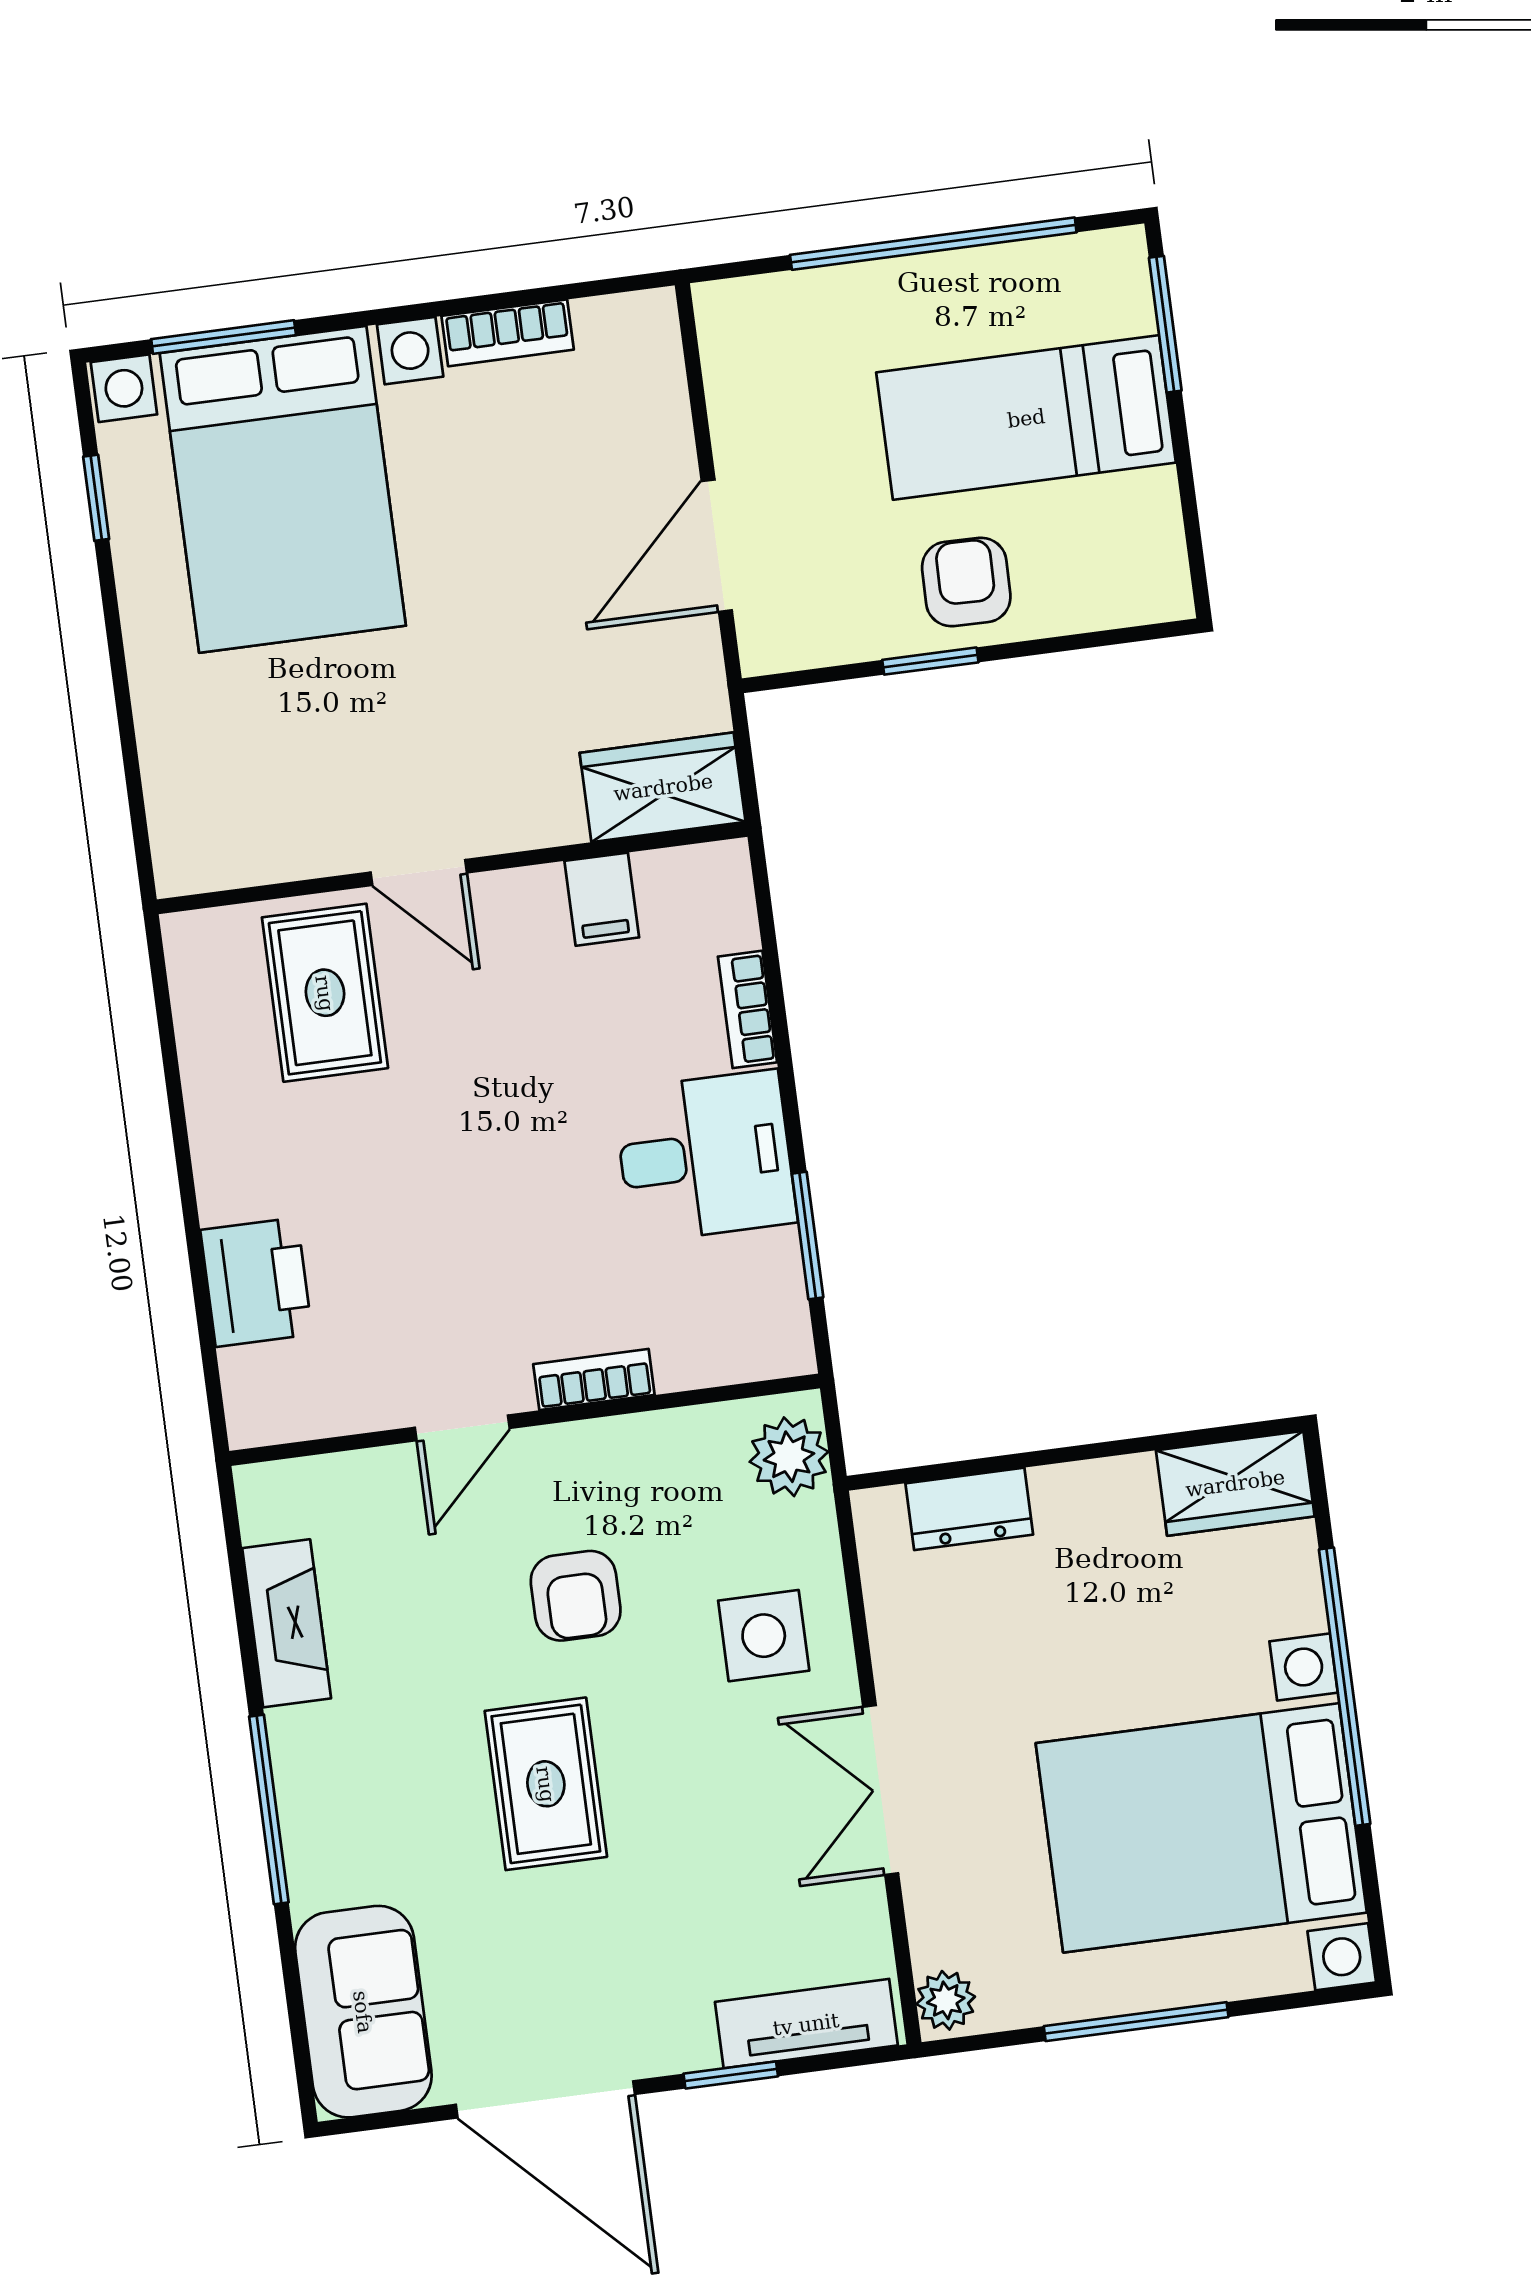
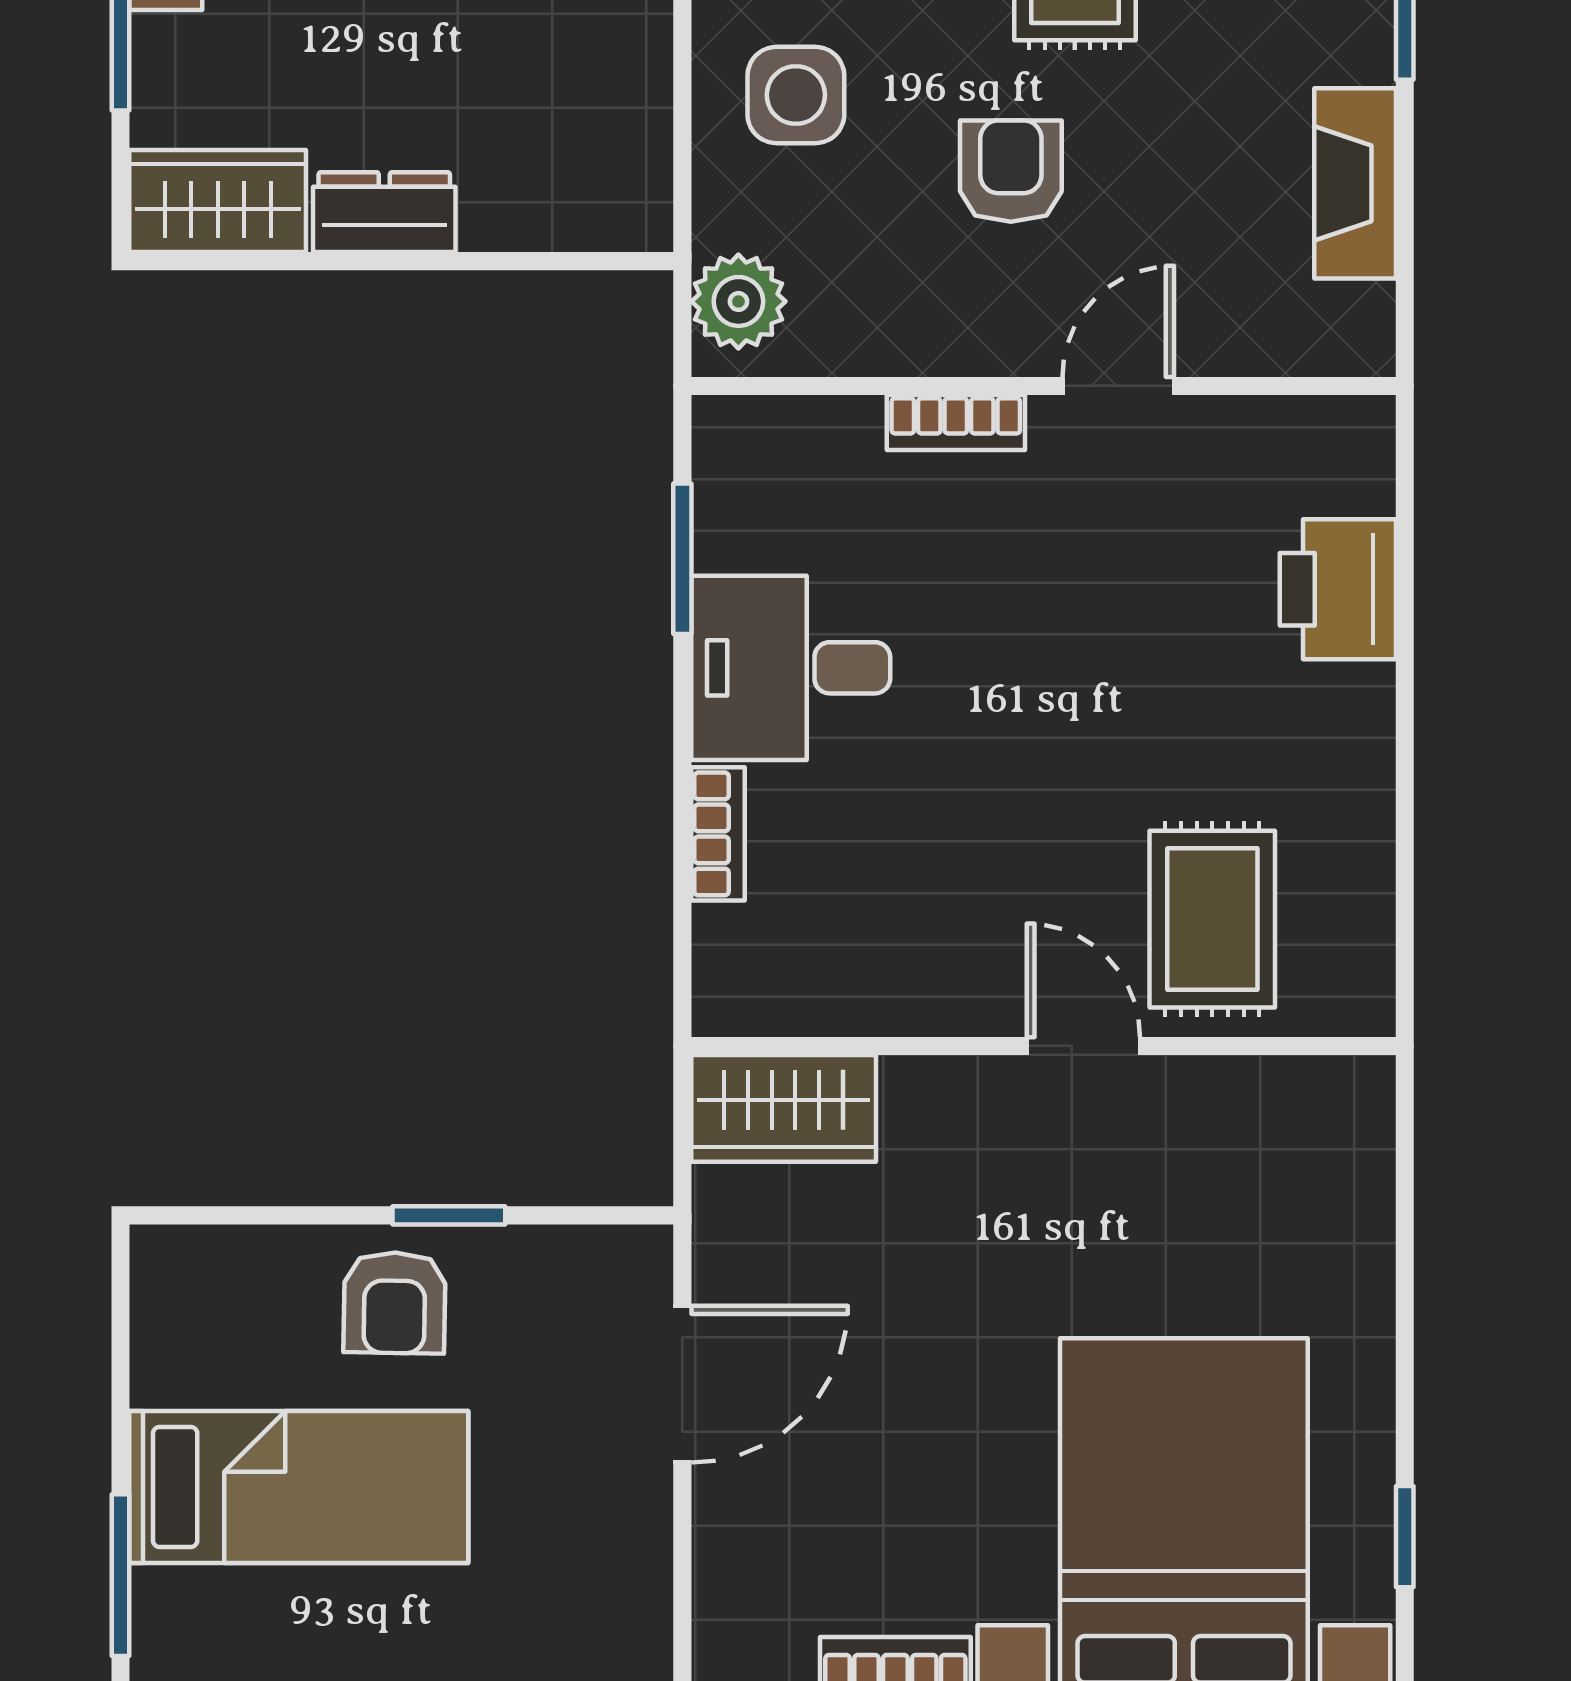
filing cabinet: (602, 899) -> (872, 986), removed
dresser: (969, 1509) -> (384, 212), moved

